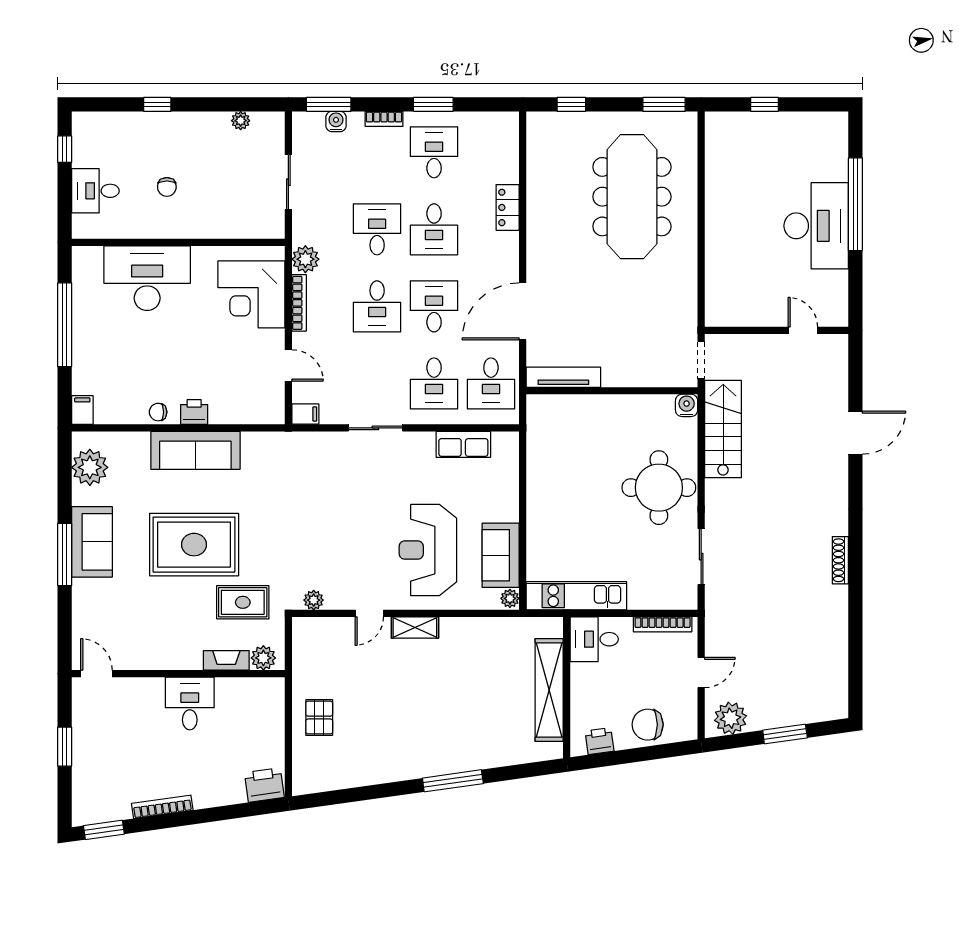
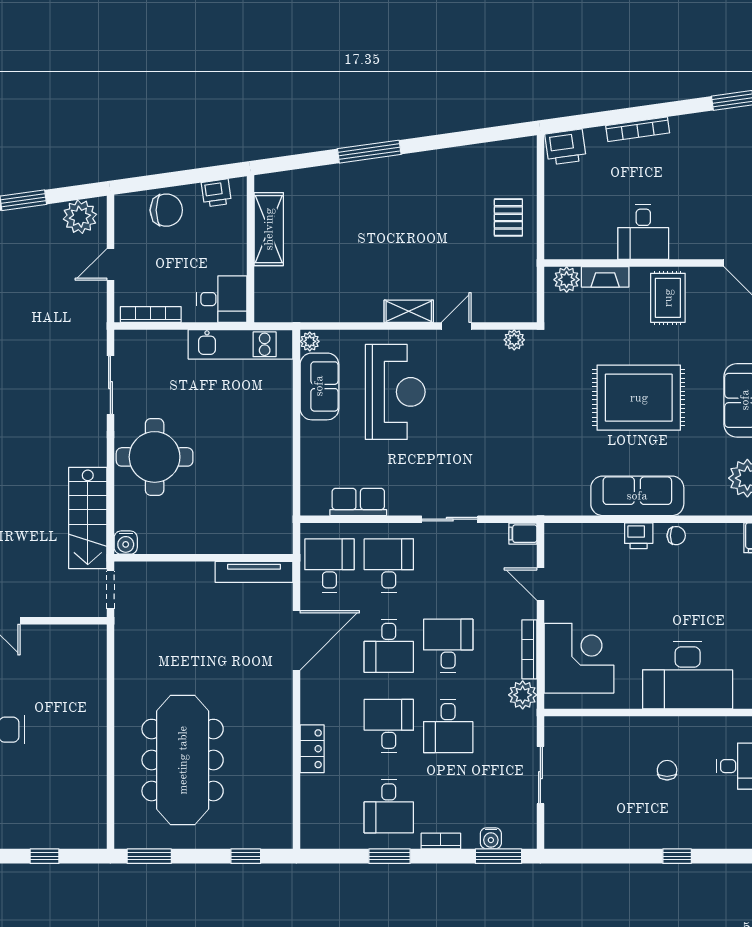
plant: (241, 121) -> (590, 839), removed
rug: (243, 602) -> (668, 298), moved, turned 90
shelving: (549, 690) -> (269, 229), width x0.68
bookcase: (162, 807) -> (638, 129), moved

